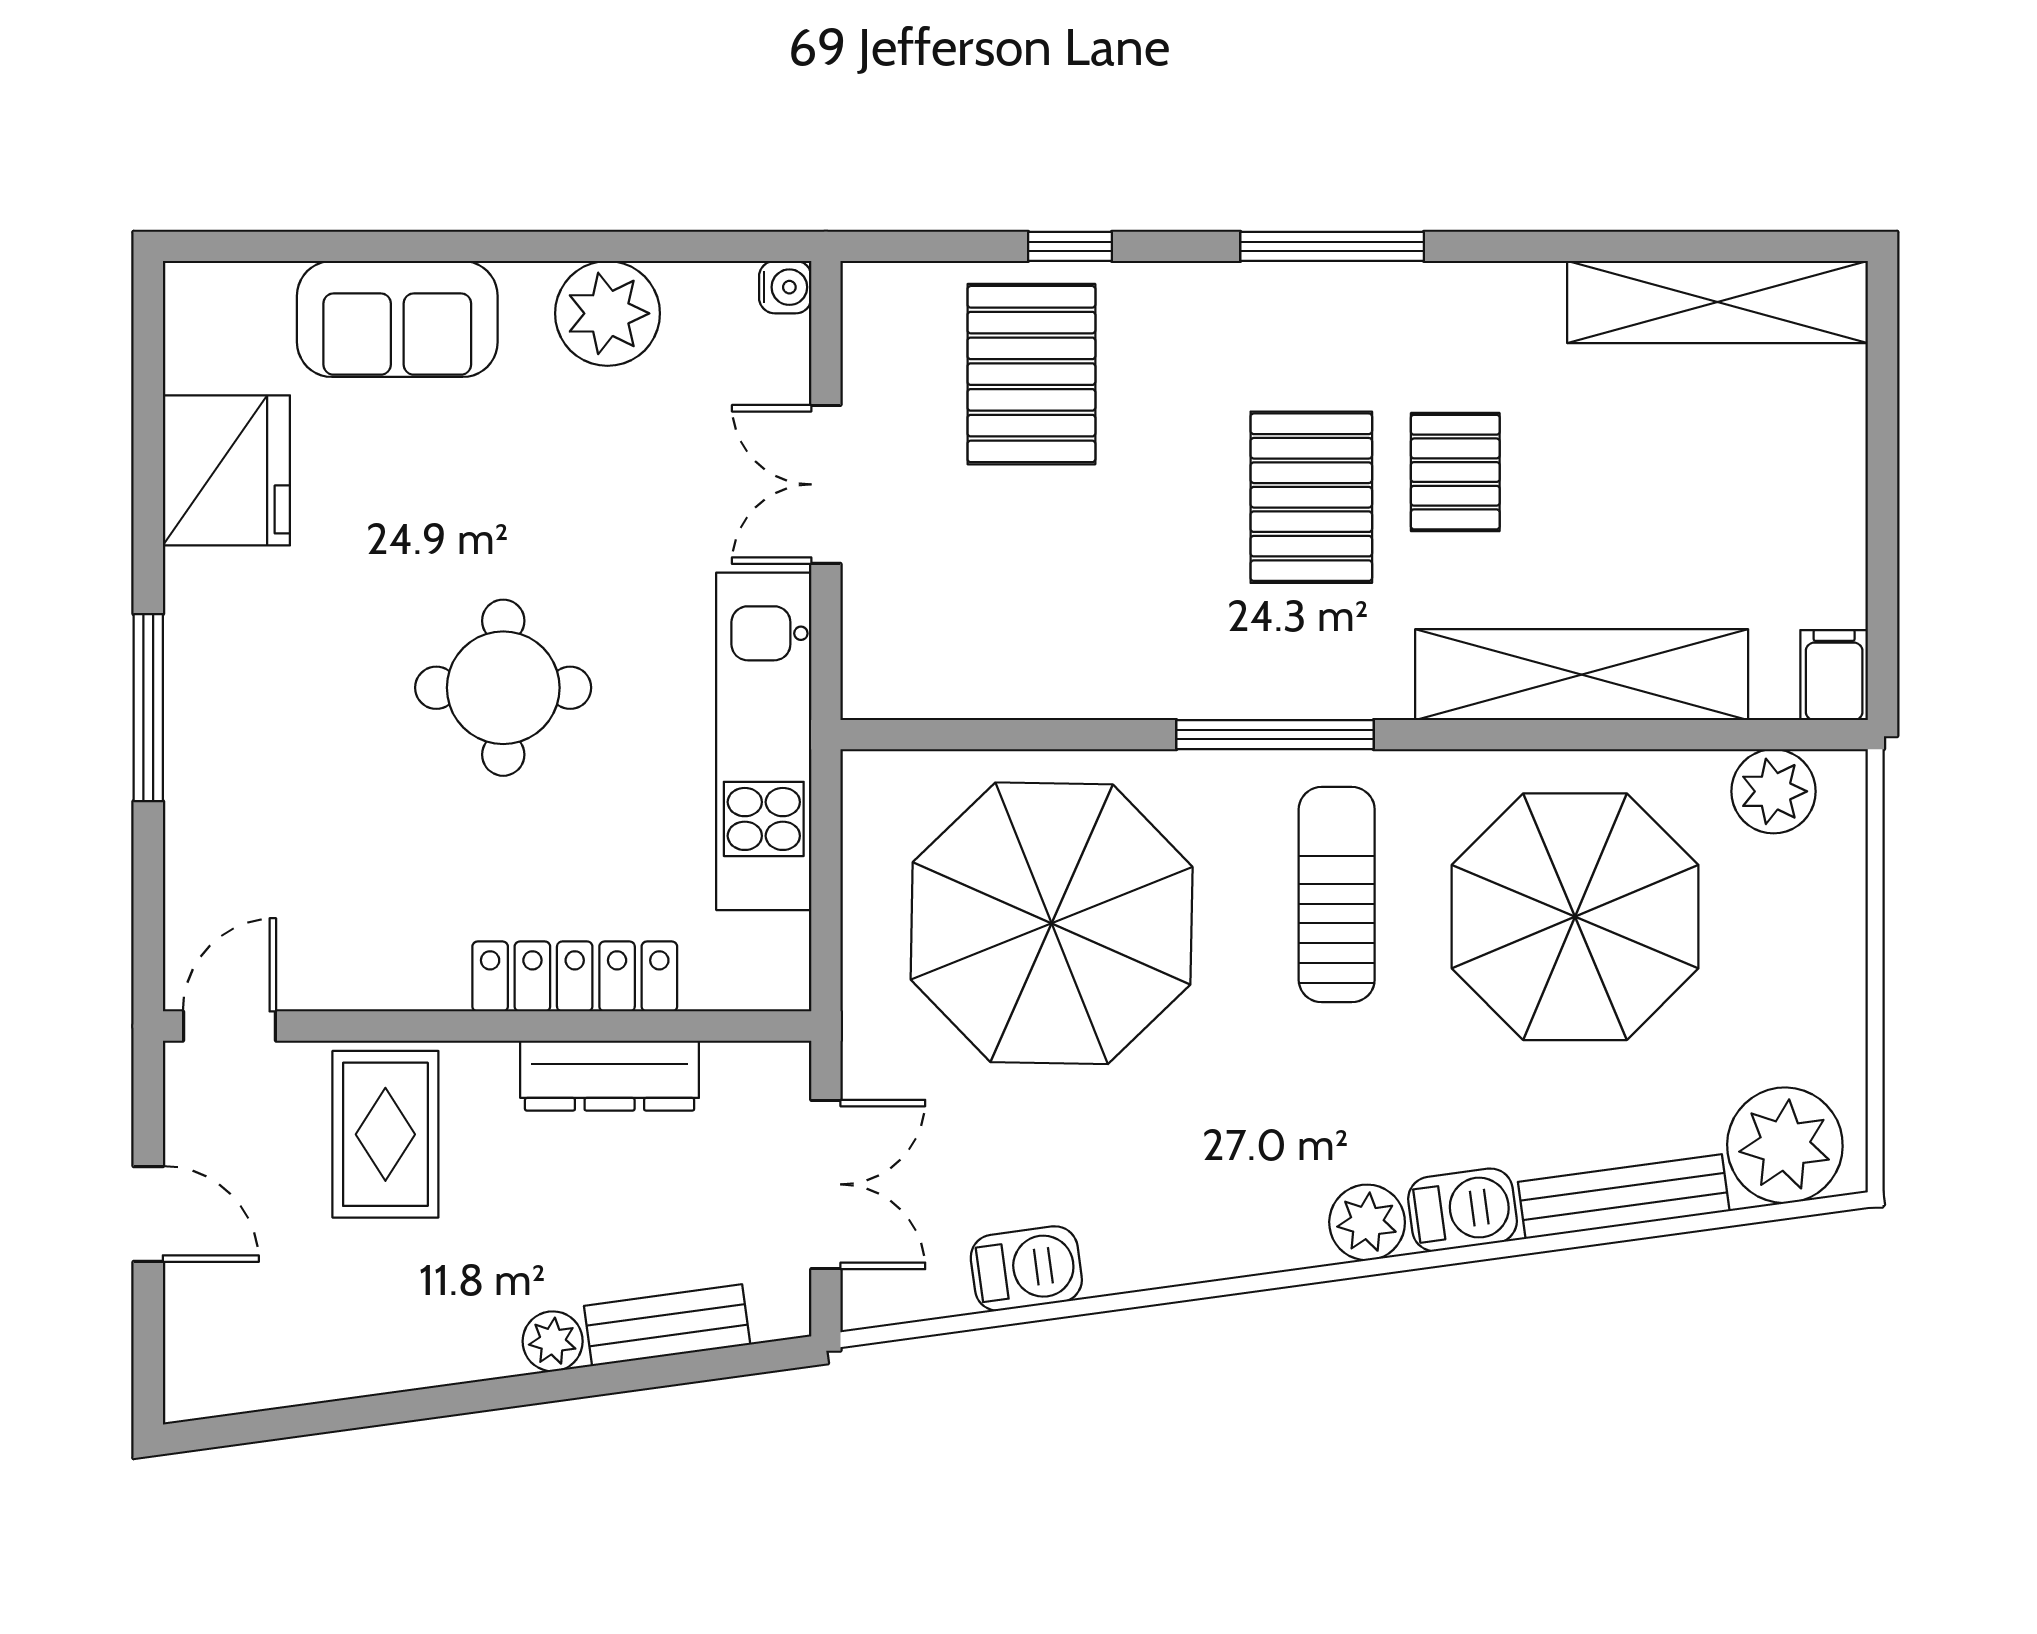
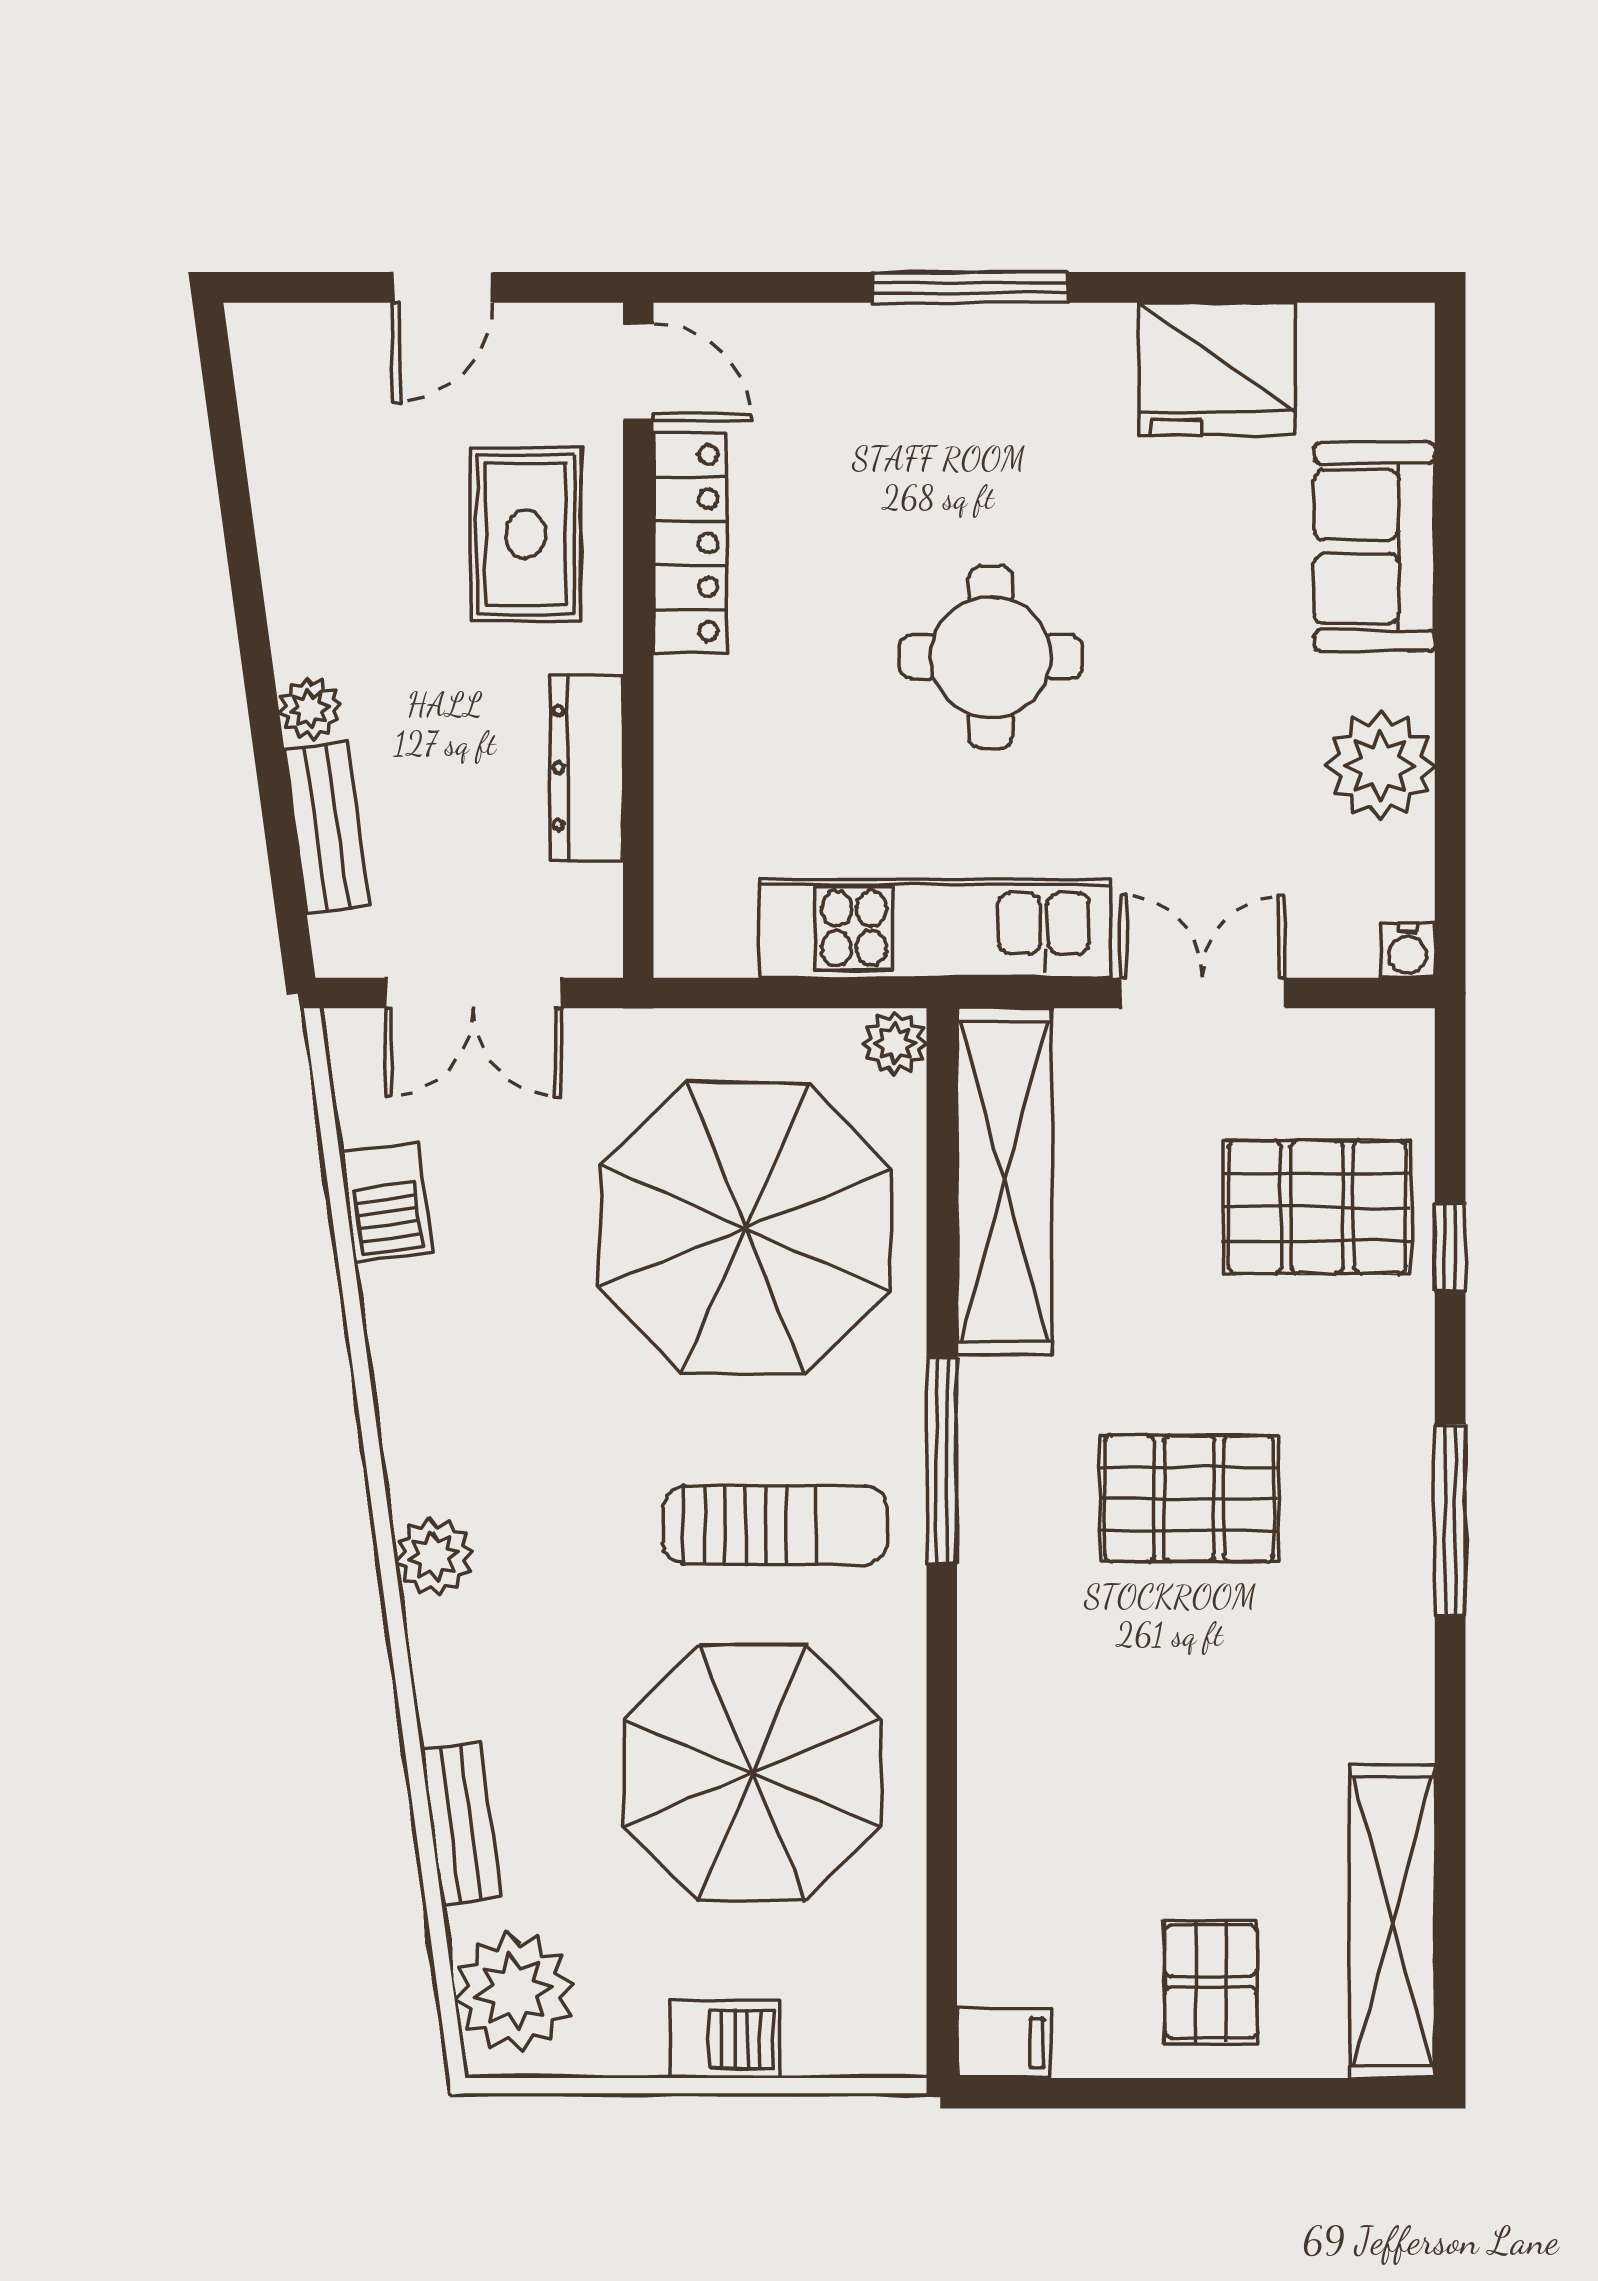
pallet: (1455, 472) -> (1211, 1982), moved, turned 90
shelving: (1582, 675) -> (1004, 1182), moved
plant: (1773, 791) -> (895, 1043), moved, width x0.73, depth x0.73
locker: (575, 976) -> (690, 543), moved
rug: (385, 1134) -> (526, 534), turned 90
bench: (1624, 1197) -> (461, 1824), width x0.73
barbecue: (1463, 1210) -> (725, 2039), moved, turned -82

